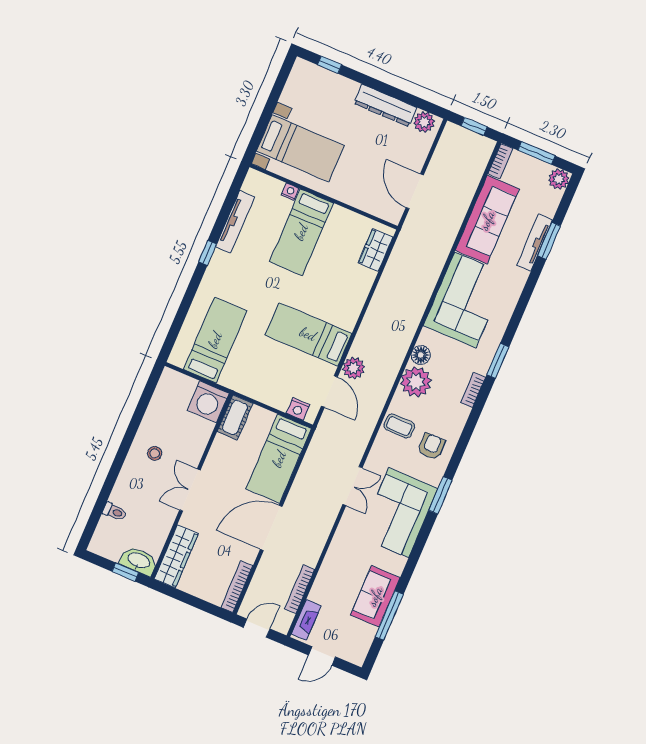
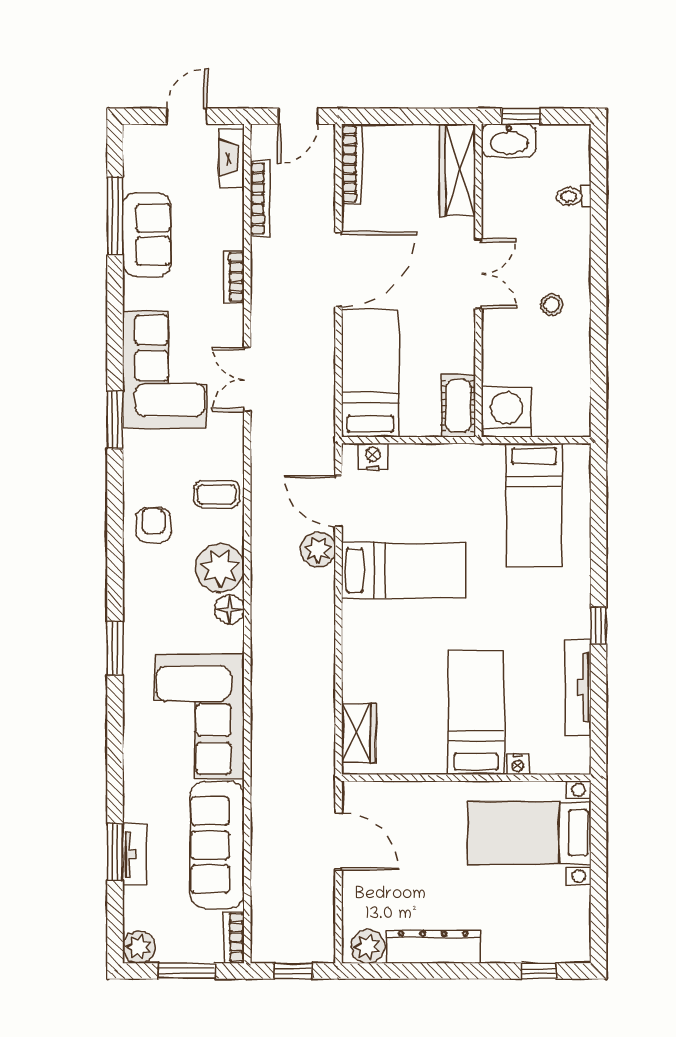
tv unit: (535, 242) -> (135, 854), width x0.71
bookcase: (473, 390) -> (234, 277), moved, turned 180
armchair: (431, 447) -> (153, 525), moved, turned 180

